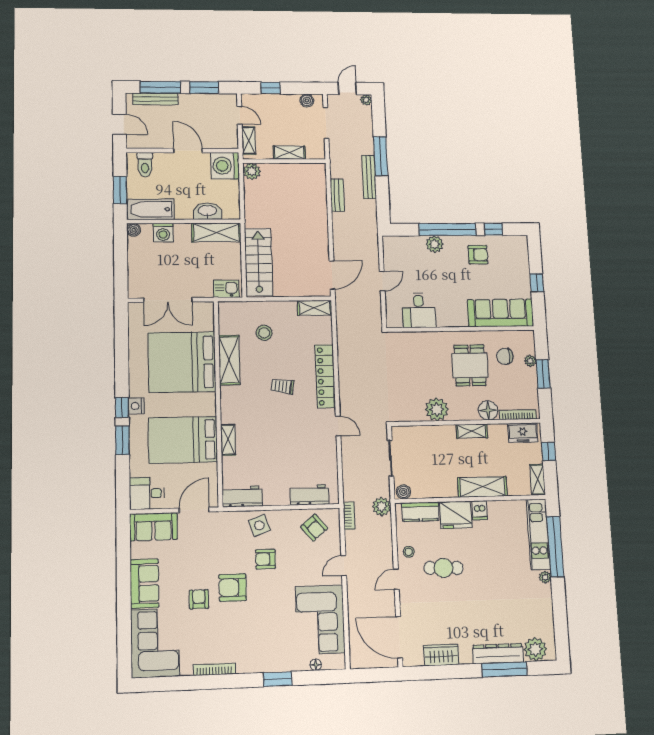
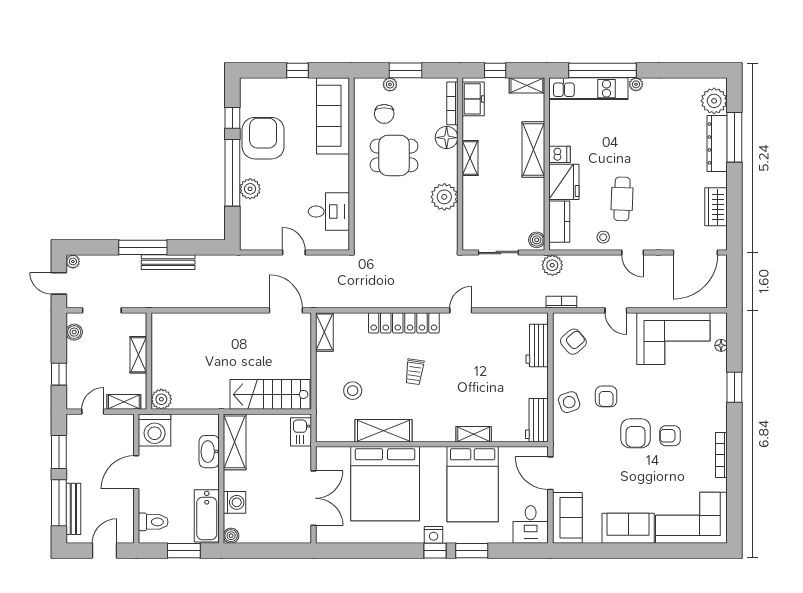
bench: (337, 195) -> (190, 301), removed
armchair: (478, 255) -> (263, 138), width x1.88, depth x1.88
armchair: (199, 599) -> (670, 436), moved

